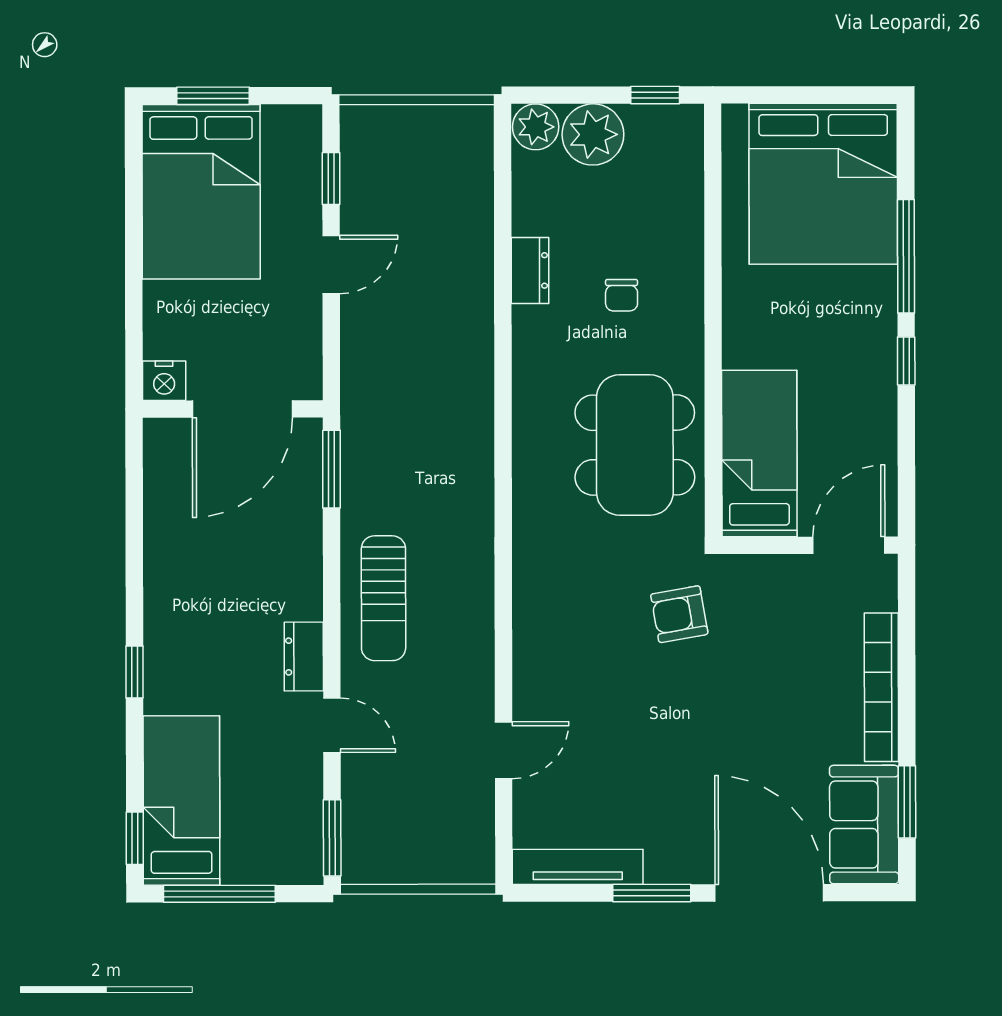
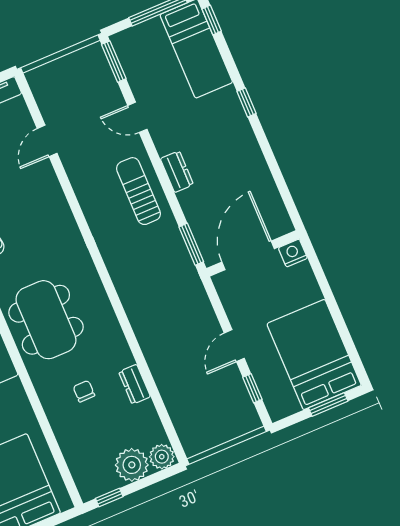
dresser: (304, 657) -> (177, 172), moved

